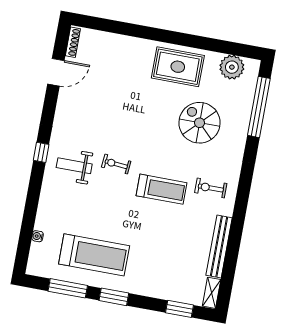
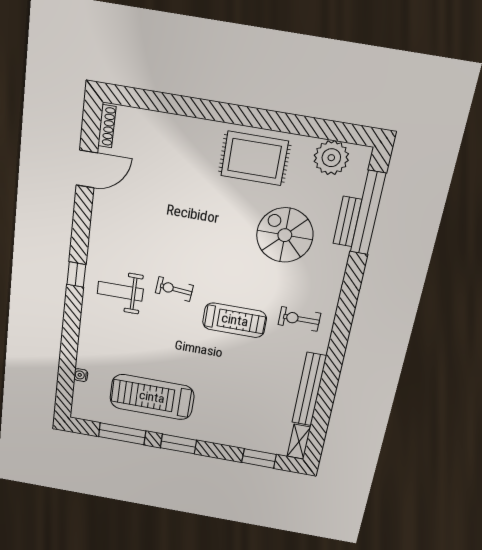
bench: (244, 113) -> (347, 221), added
treadmill: (94, 255) -> (152, 397), turned 180

